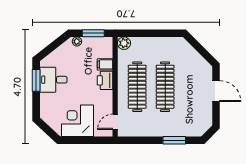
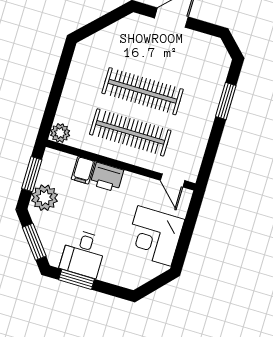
plant: (77, 41) -> (45, 198), width x1.88, depth x1.88
window: (52, 47) -> (34, 242), added

